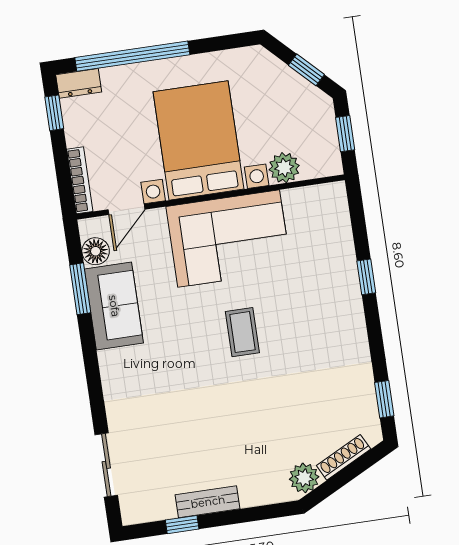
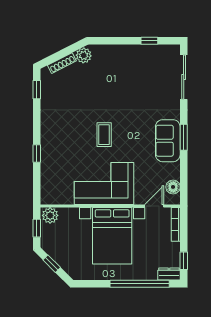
plant: (284, 168) -> (50, 215), moved
window: (80, 289) -> (184, 137), moved
sofa: (114, 306) -> (168, 141), moved
sliding door: (106, 465) -> (184, 77), width x1.37
bench: (208, 502) -> (135, 51), removed

